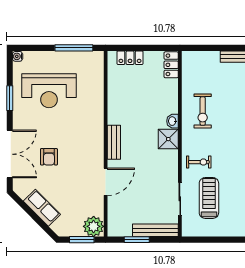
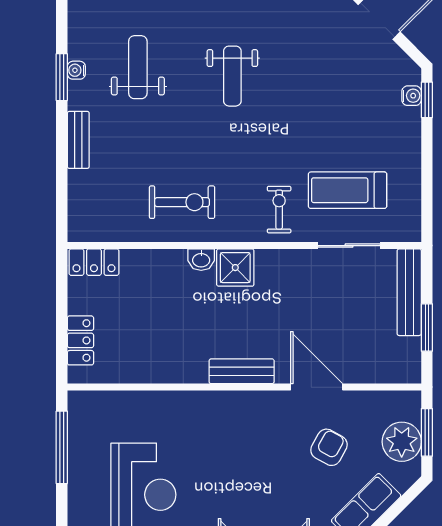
armchair: (49, 157) -> (329, 447), moved, turned -61
plant: (94, 226) -> (402, 442), moved

